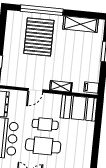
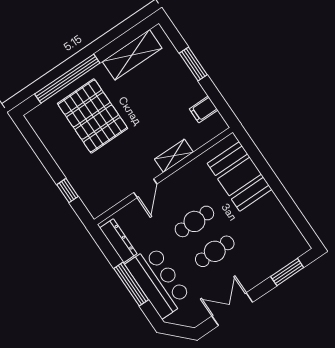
filing cabinet: (91, 87) -> (204, 109), moved
booth: (79, 108) -> (240, 176), moved, turned 90
cafe table: (43, 146) -> (215, 251), width x0.73, depth x0.74

